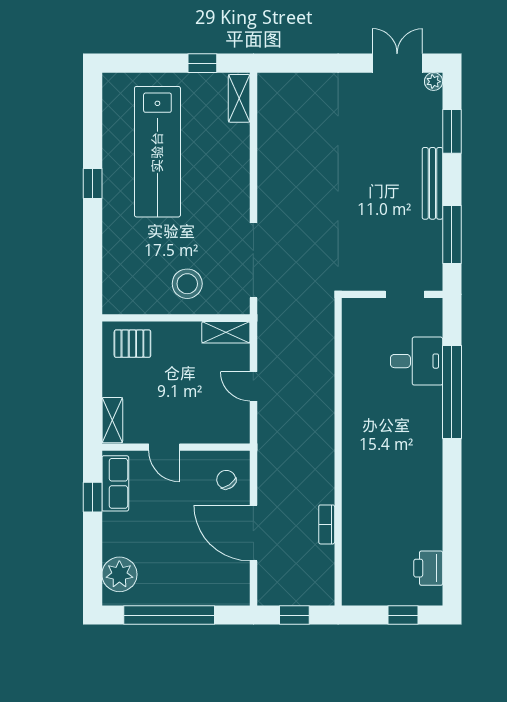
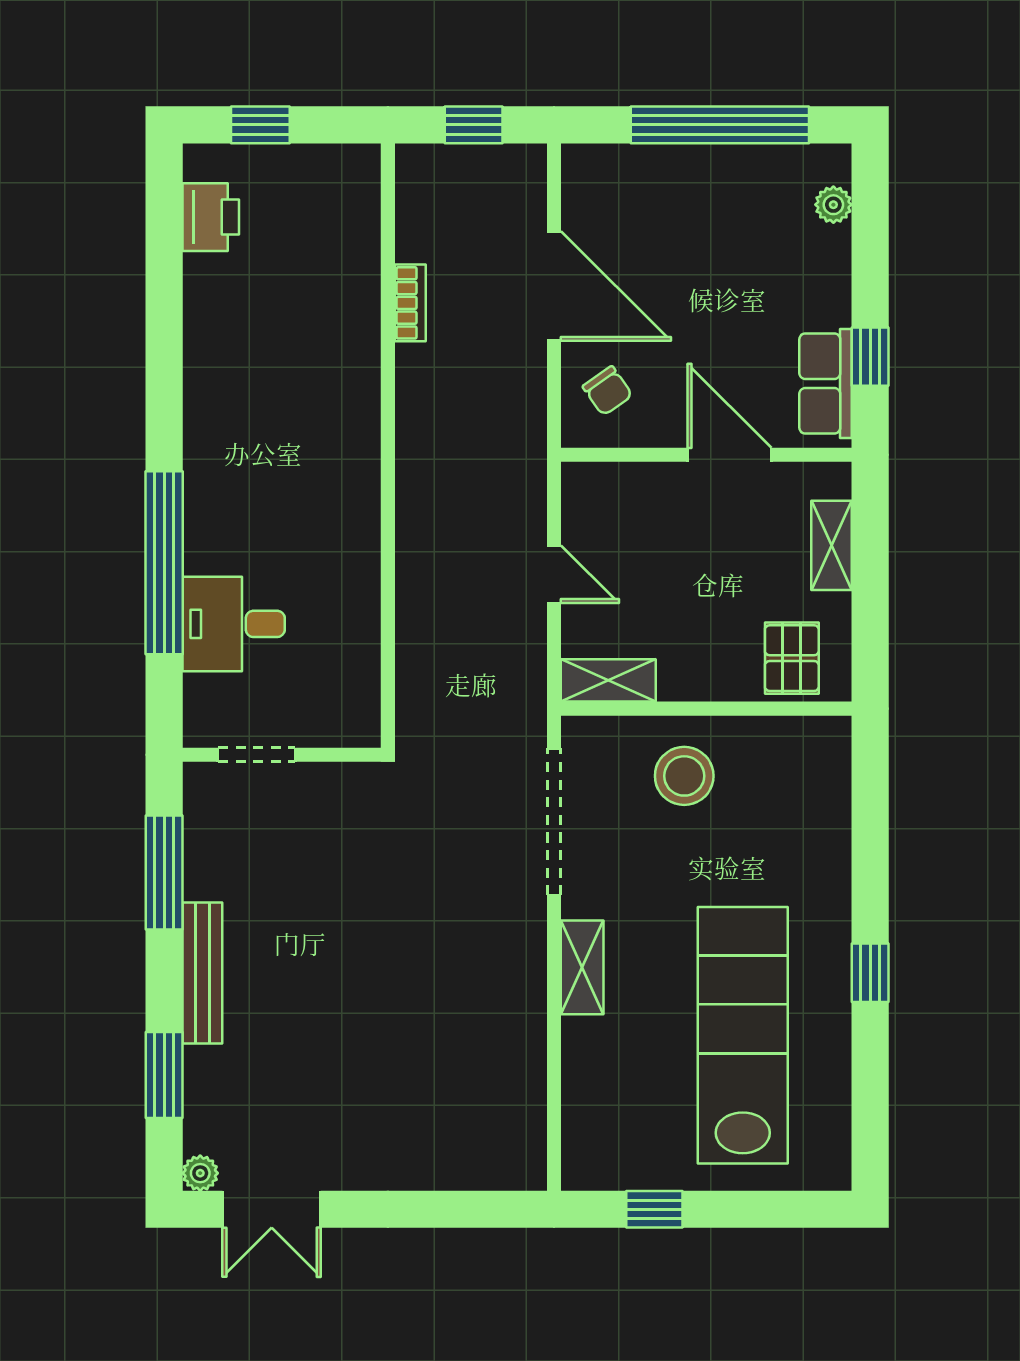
shelving: (239, 98) -> (582, 967), moved
pallet: (132, 344) -> (792, 658), turned 90
shelving: (112, 420) -> (831, 545), moved
door: (164, 447) -> (730, 455), width x1.38
plant: (119, 574) -> (833, 205), width x0.53, depth x0.53

